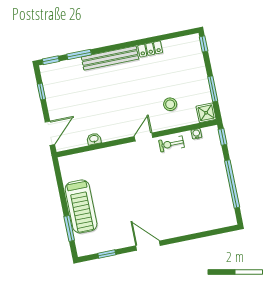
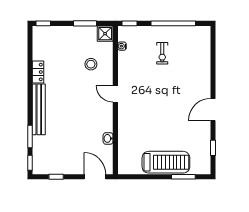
exercise bike: (171, 144) -> (162, 53), moved

